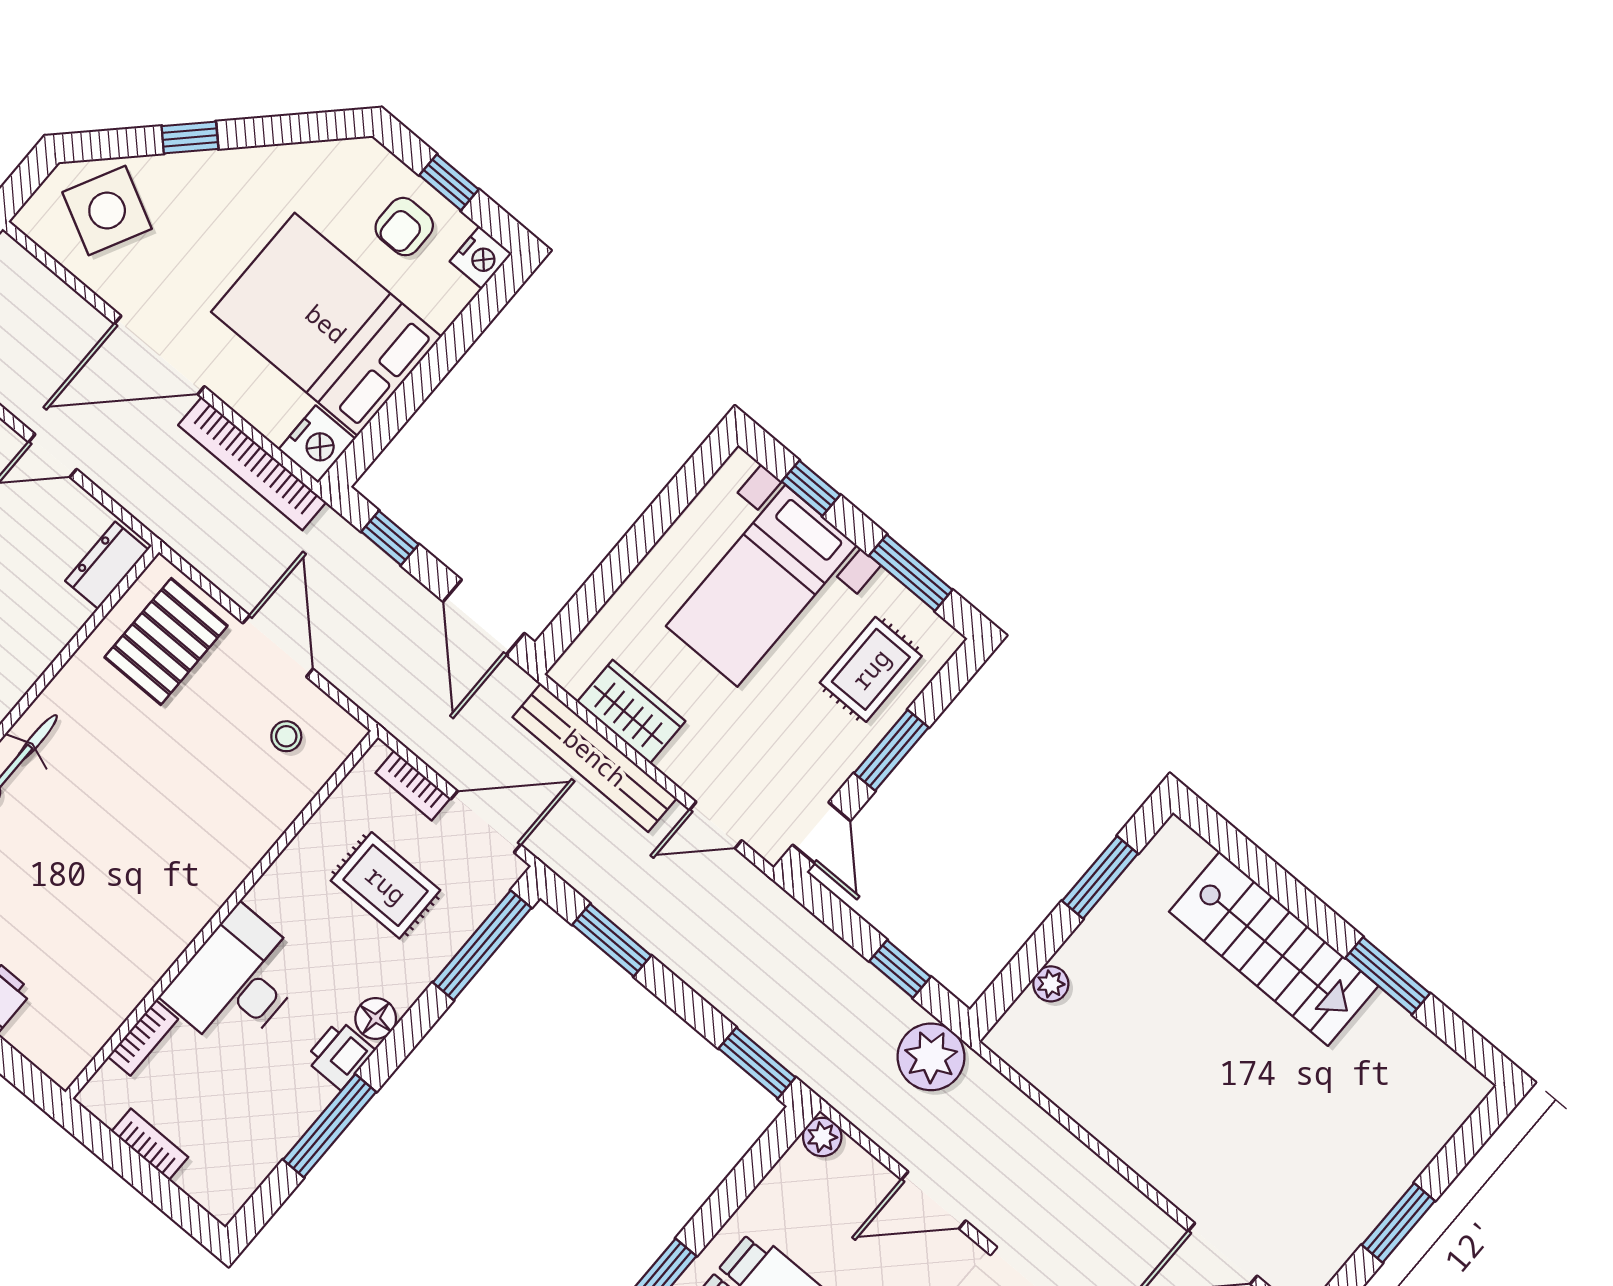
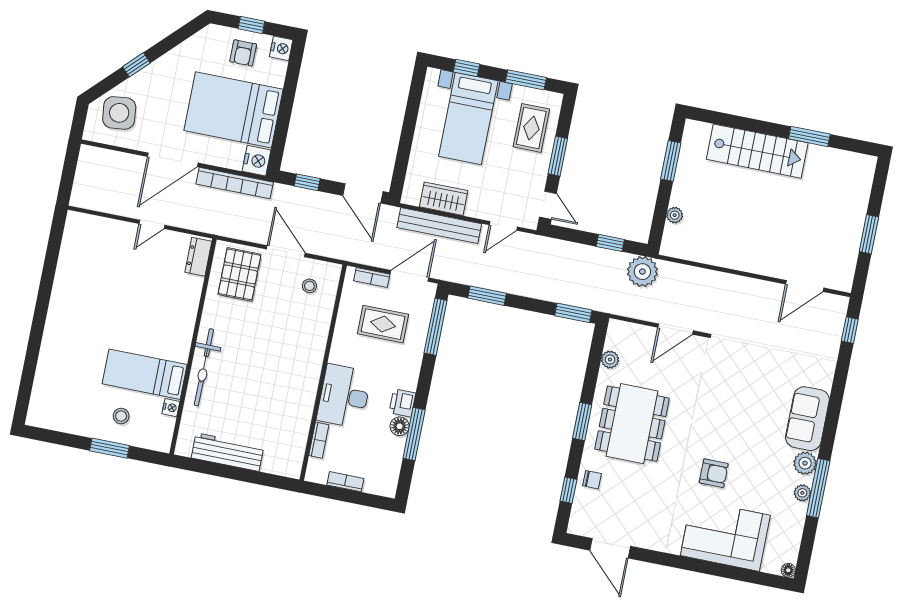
side table: (107, 211) -> (119, 113), turned -33
floor lamp: (376, 1018) -> (400, 426), moved
plant: (822, 1137) -> (610, 360), moved

